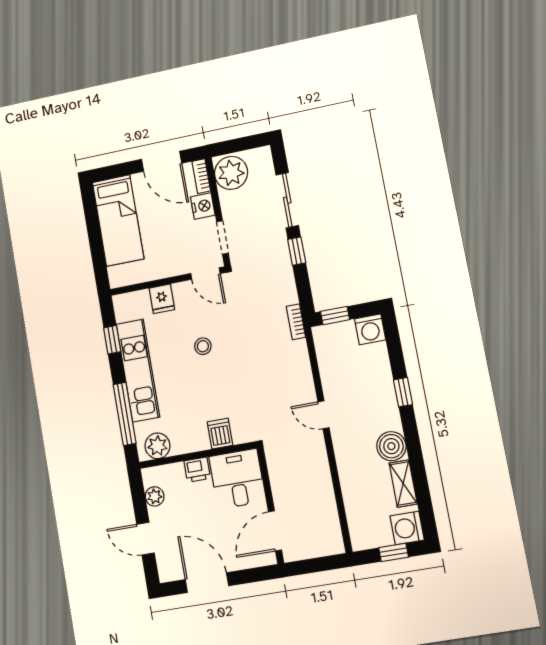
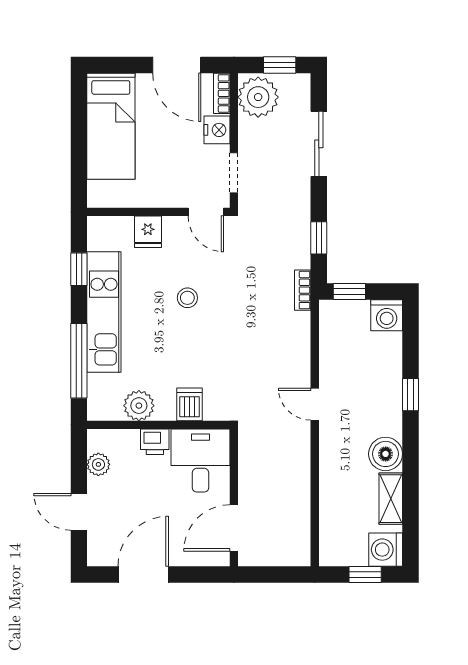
window: (244, 144) -> (280, 65), added
window: (297, 251) -> (319, 238), moved
plant: (157, 446) -> (139, 406), moved
door: (207, 583) -> (143, 574), hinge flipped

